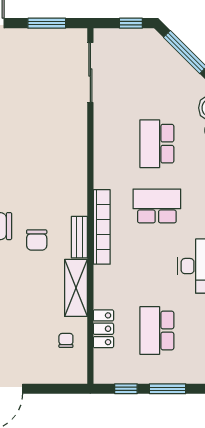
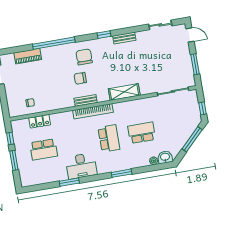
shelving: (76, 288) -> (124, 92), moved
school desk: (157, 331) -> (44, 149), turned 180

